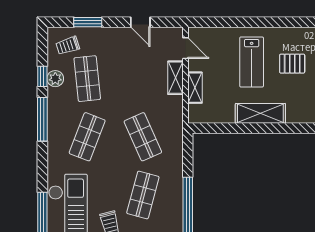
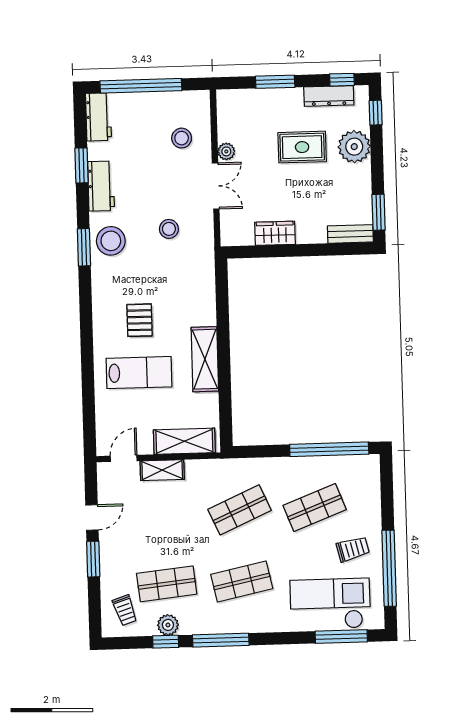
window: (88, 22) -> (93, 559), moved
shelving: (195, 88) -> (184, 441), width x1.50, depth x1.33
shop shelf: (87, 137) -> (242, 582), turned -33
shop shelf: (143, 195) -> (315, 508), turned -36

